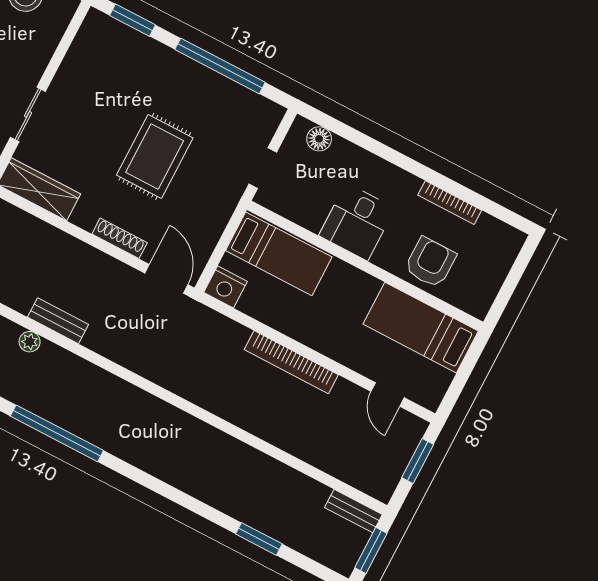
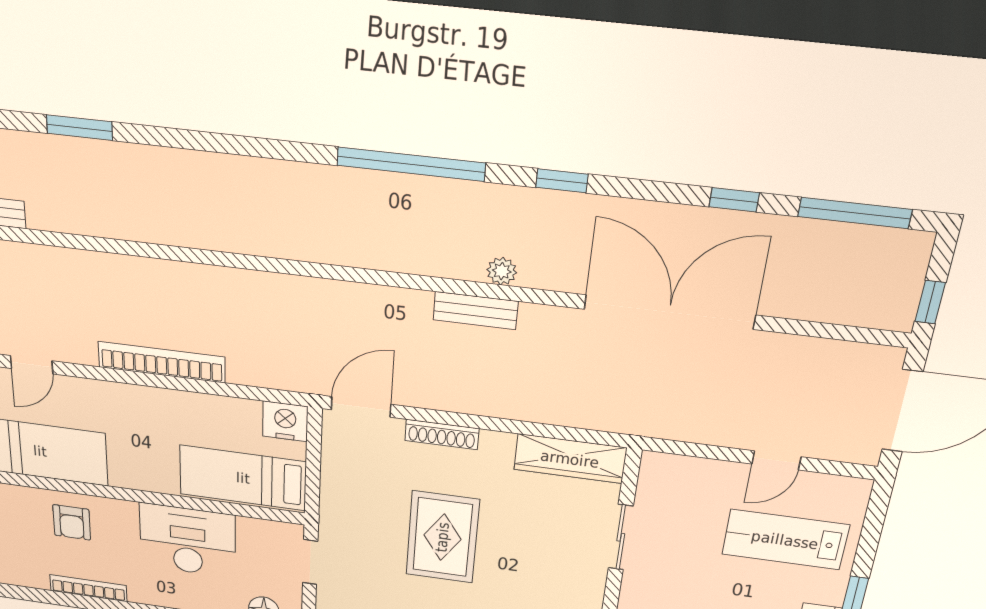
desk: (357, 222) -> (188, 541), width x1.37
armchair: (430, 262) -> (72, 522), width x0.72, depth x0.72
door: (166, 279) -> (361, 407), swing flipped
door: (388, 394) -> (32, 365), swing flipped

